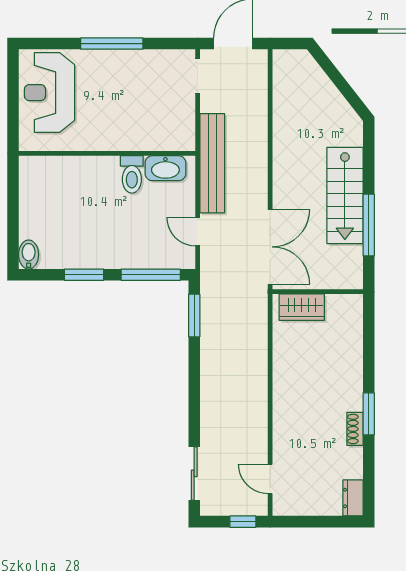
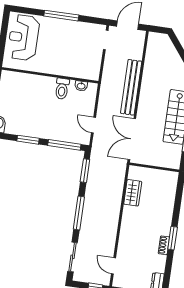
bench: (212, 163) -> (131, 87), moved
washbasin: (165, 168) -> (81, 86), width x0.52, depth x0.69
double door: (270, 247) -> (132, 139), swing flipped
wardrobe: (302, 307) -> (133, 193), moved, turned -90
window: (194, 393) -> (79, 213), added

